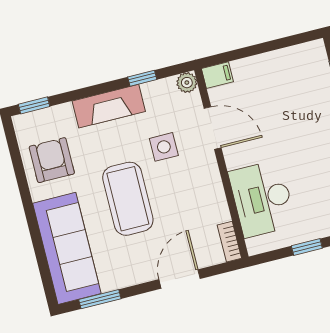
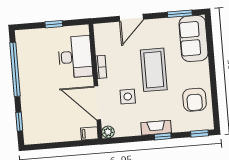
window: (142, 78) -> (163, 136), moved
fireplace: (109, 106) -> (156, 128), width x0.73, depth x0.76
door: (213, 128) -> (97, 103), width x1.36
bookcase: (229, 242) -> (101, 67), moved
sofa: (67, 248) -> (194, 38), width x0.73

